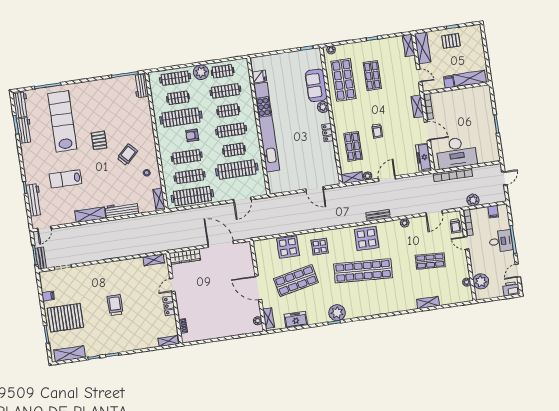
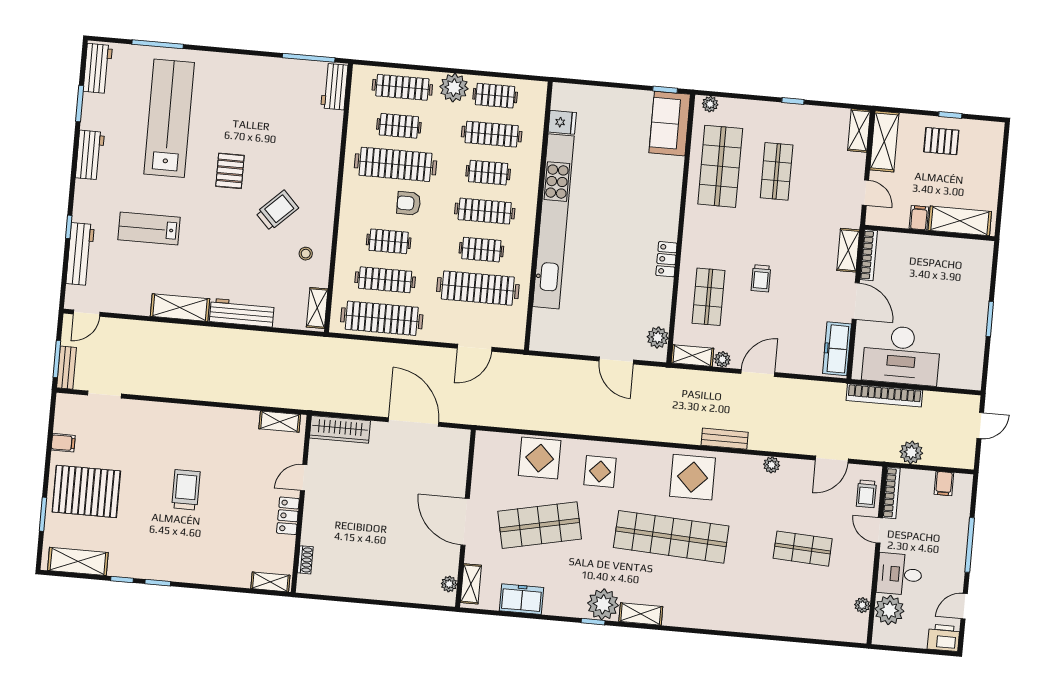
sofa: (316, 85) -> (670, 124), moved
plant: (323, 107) -> (658, 338), moved
workbench: (24, 130) -> (90, 155), moved
clothes rail: (187, 157) -> (389, 241), width x0.73
desk: (501, 241) -> (900, 574), moved, turned 180
shelving: (428, 303) -> (641, 614), moved

